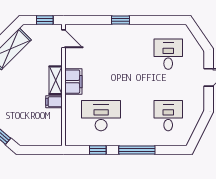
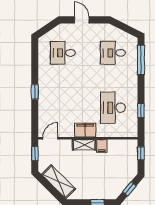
window: (45, 150) -> (141, 153), added
window: (137, 150) -> (141, 60), moved

